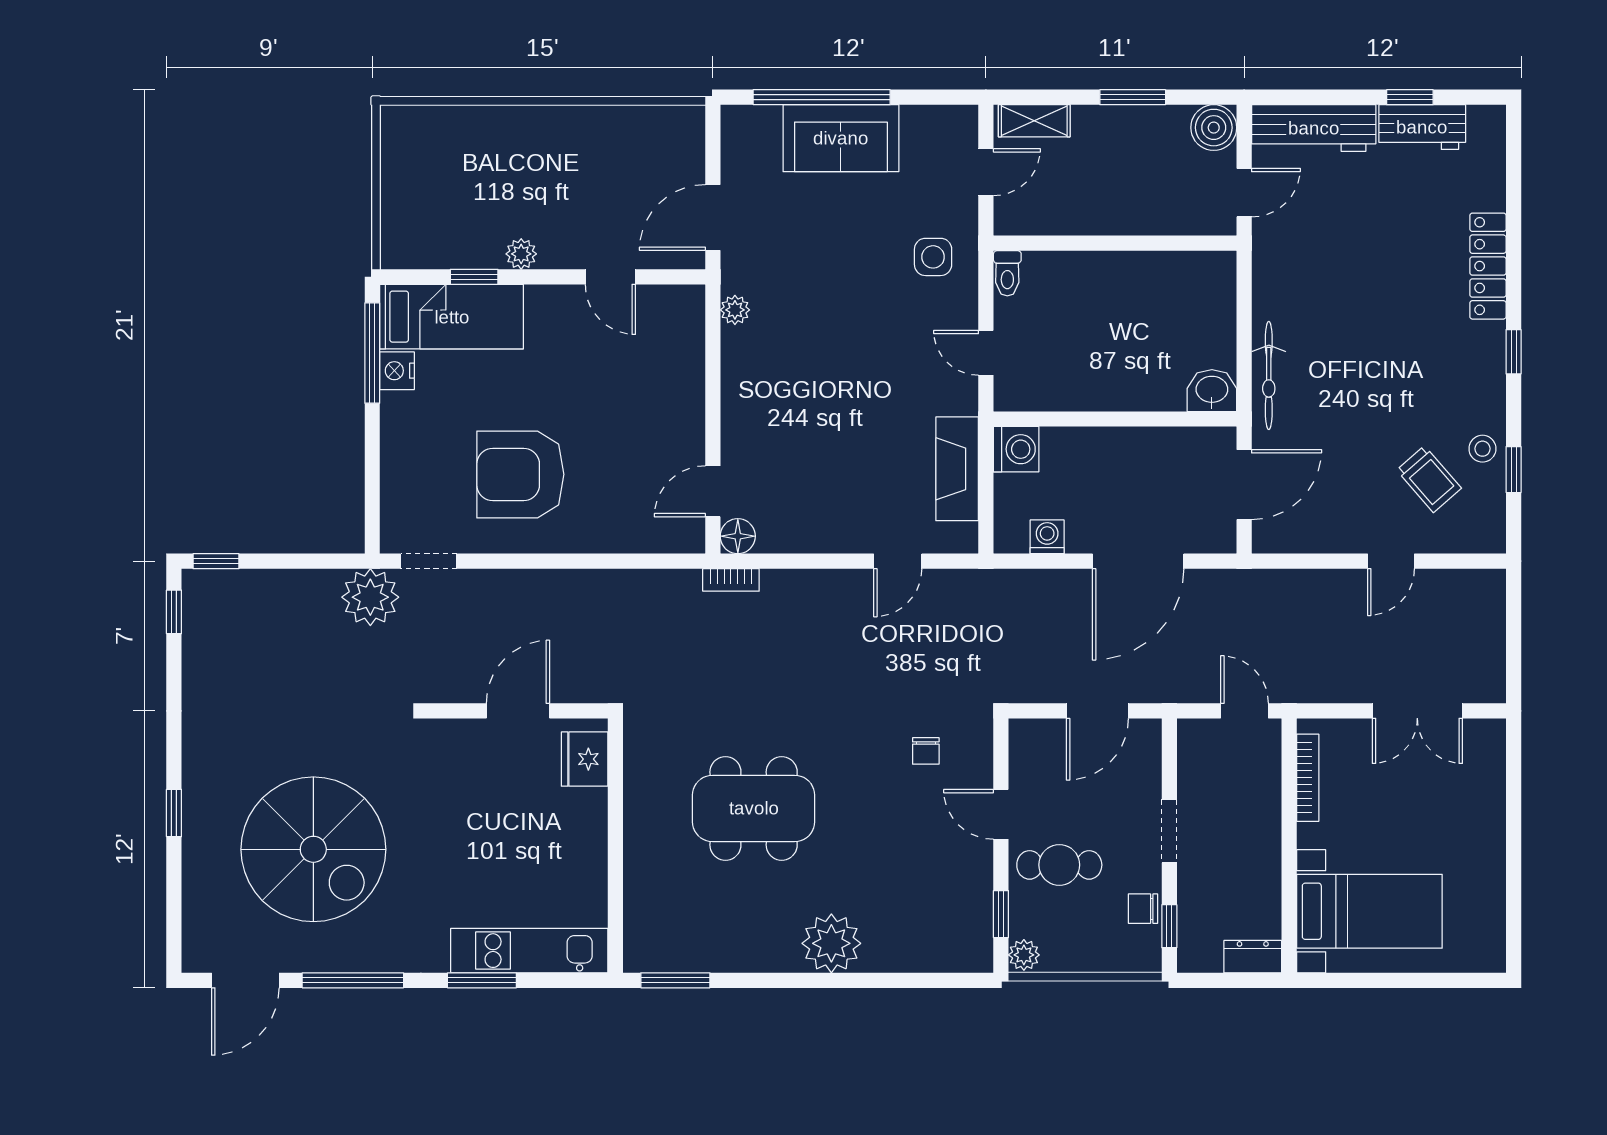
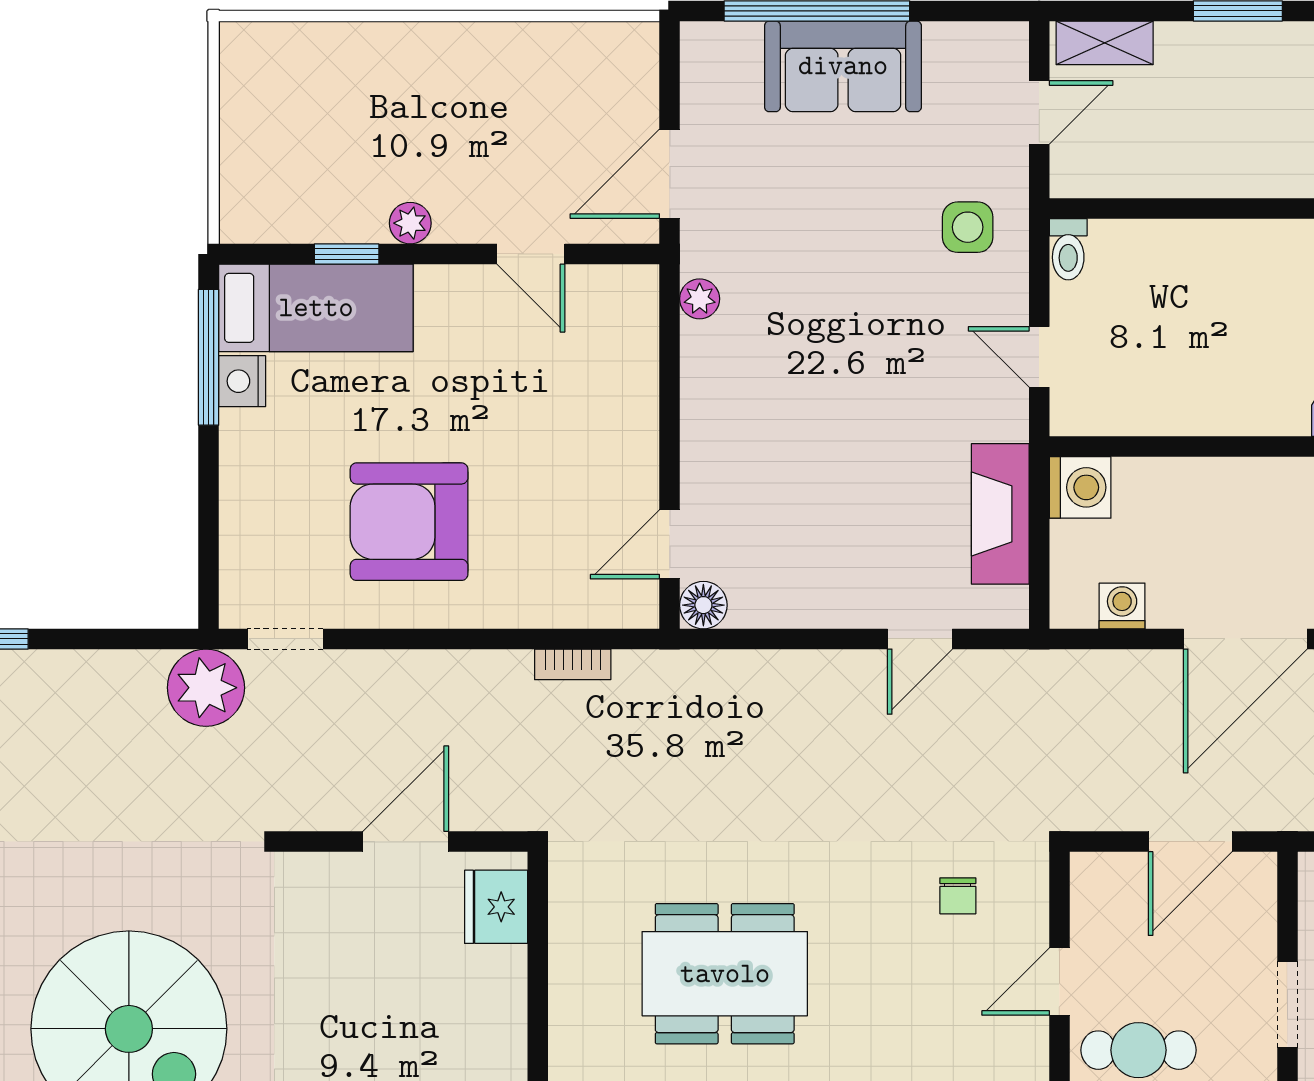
bookcase: (731, 580) -> (573, 664), moved
door: (1001, 814) -> (1059, 982), hinge flipped

